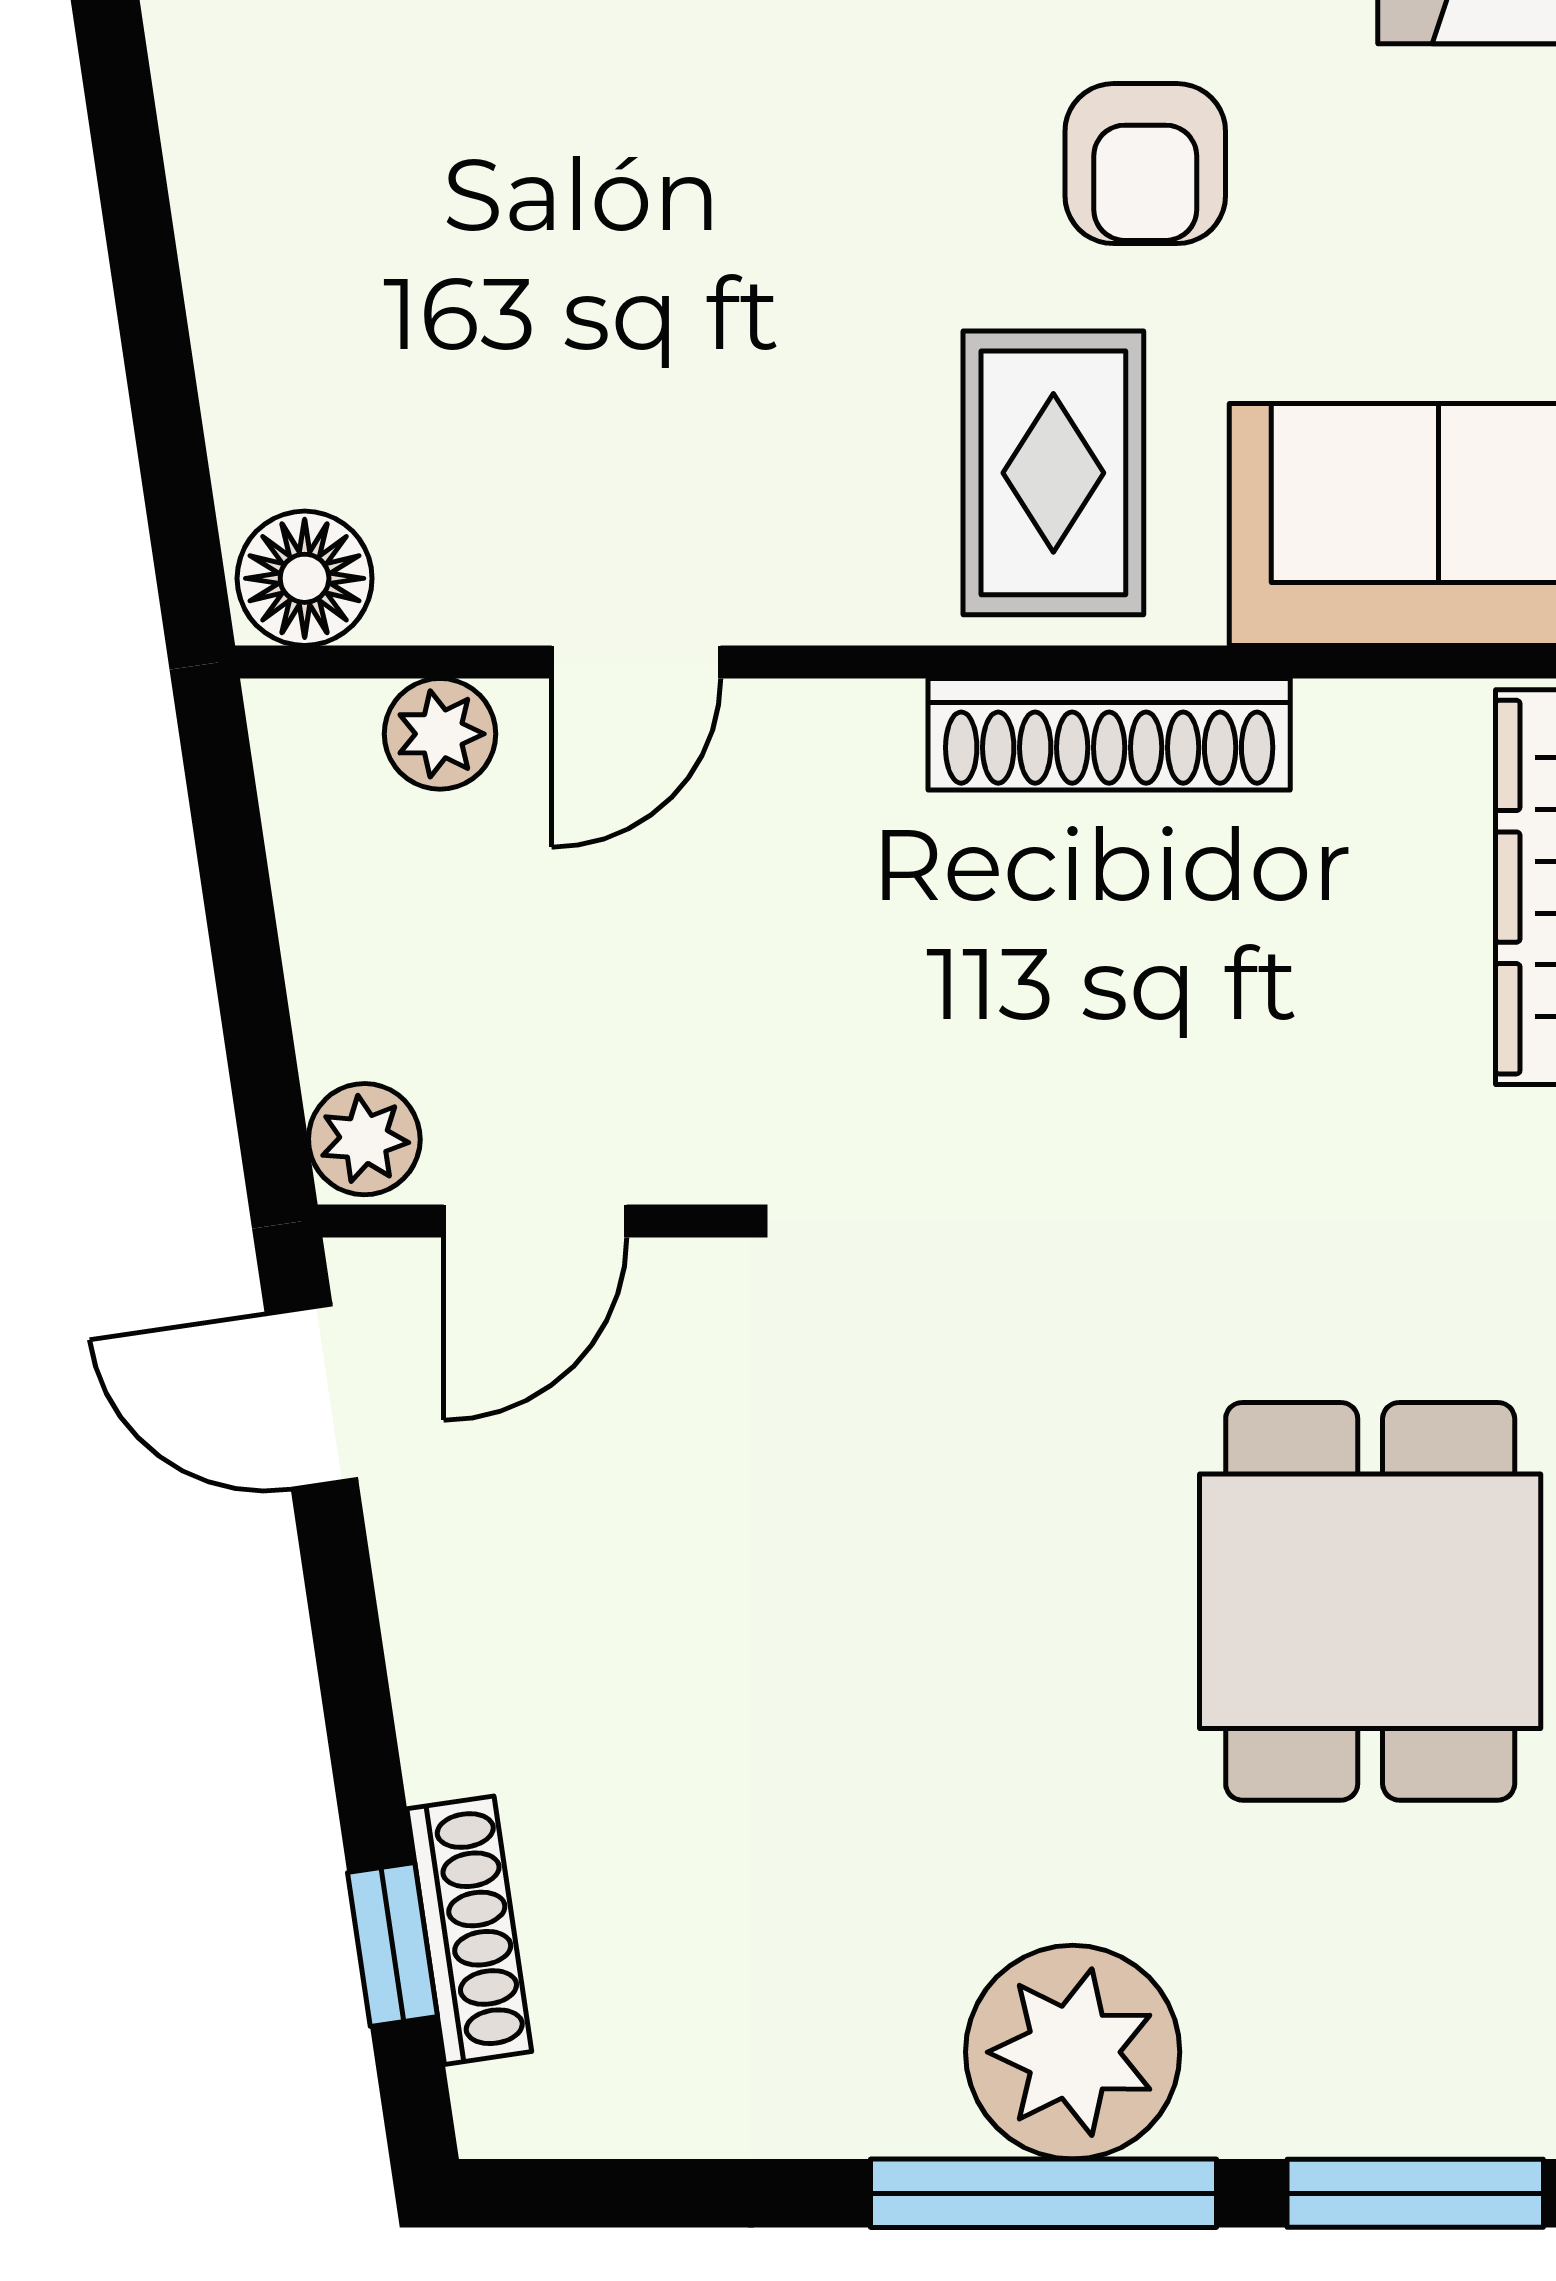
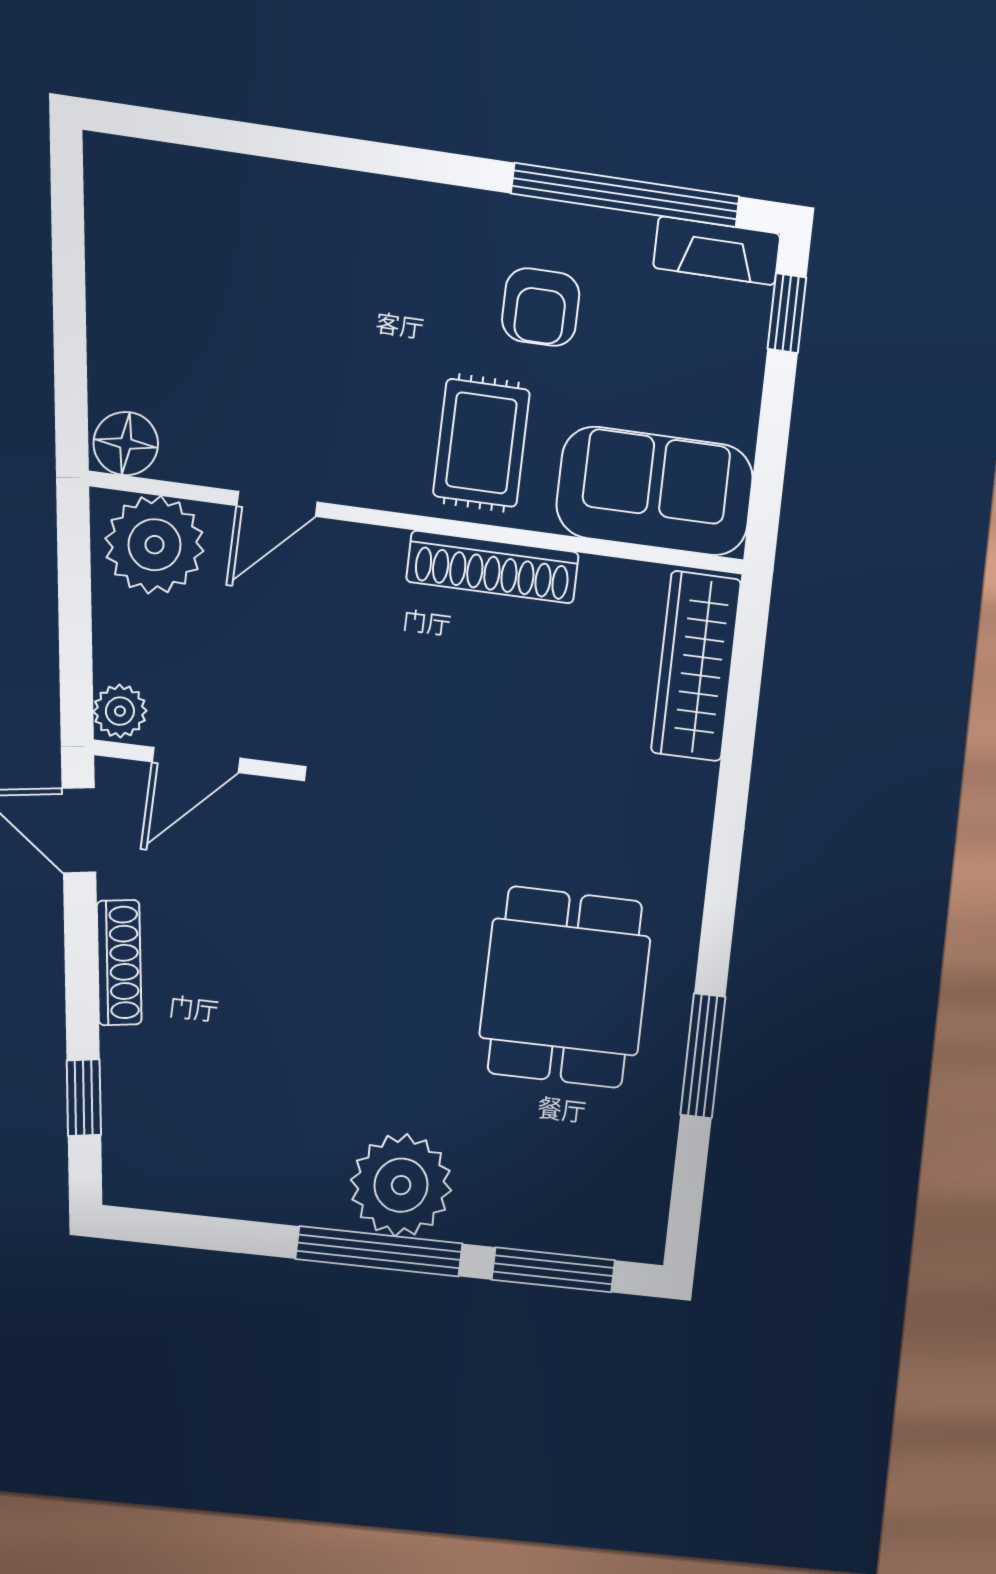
plant: (440, 734) -> (155, 545), width x1.88, depth x1.88
shoe rack: (469, 1930) -> (119, 962), moved

